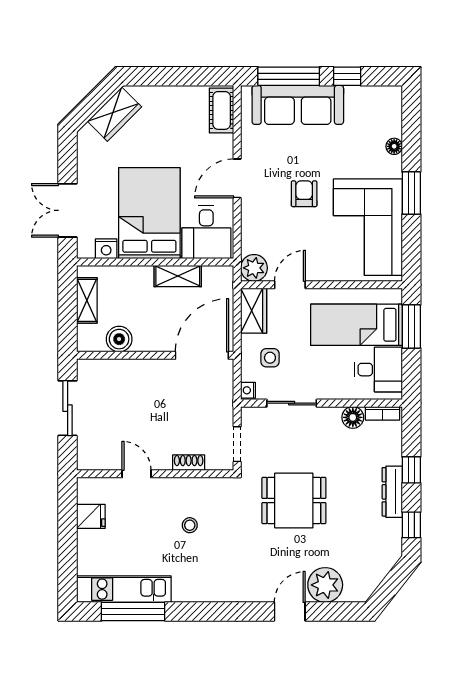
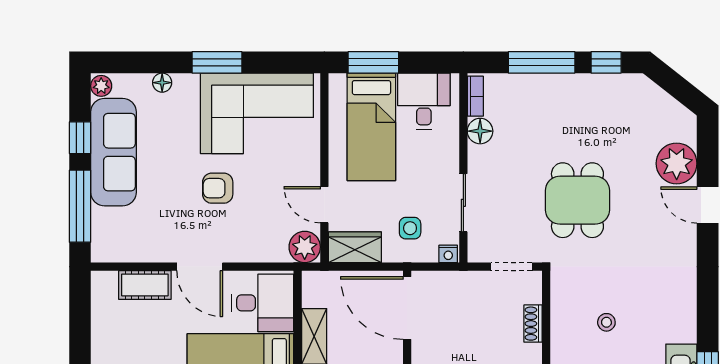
plant: (391, 94) -> (101, 86), added
sofa: (298, 105) -> (114, 152), moved
cot: (222, 110) -> (145, 285), moved
window: (411, 470) -> (542, 62), width x2.17
dresser: (392, 492) -> (567, 85), removed

